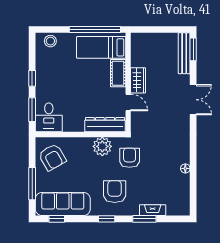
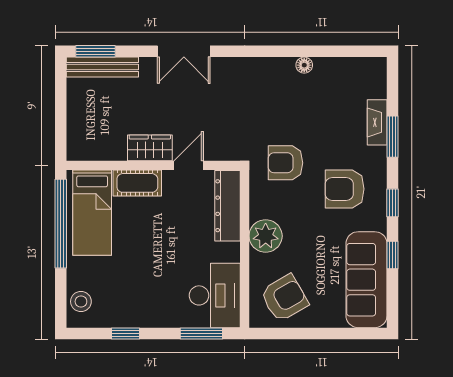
window: (32, 78) -> (125, 333), moved
double door: (193, 100) -> (184, 51), swing flipped
desk: (49, 117) -> (215, 295), width x1.37
plant: (102, 146) -> (266, 236), moved
window: (32, 184) -> (331, 333), removed
window: (57, 219) -> (393, 255), moved

